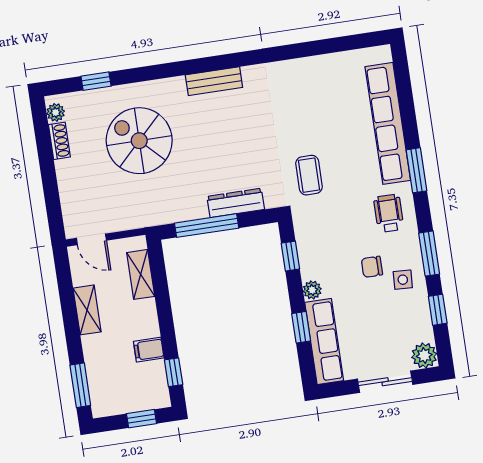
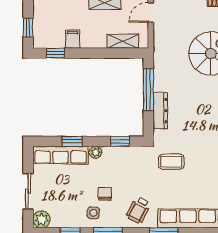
wheelchair: (389, 213) -> (138, 210), turned 117

